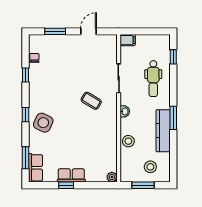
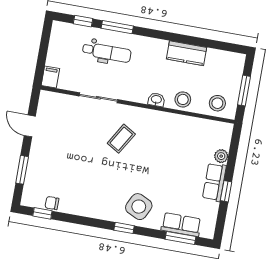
window: (26, 75) -> (42, 213), moved
washbasin: (125, 111) -> (156, 100), moved
window: (173, 118) -> (117, 27), moved
kitchen counter: (163, 131) -> (187, 53), width x0.67
stool: (150, 167) -> (217, 103), moved
row of seats: (35, 168) -> (181, 225), moved
plant: (112, 177) -> (221, 156), moved

